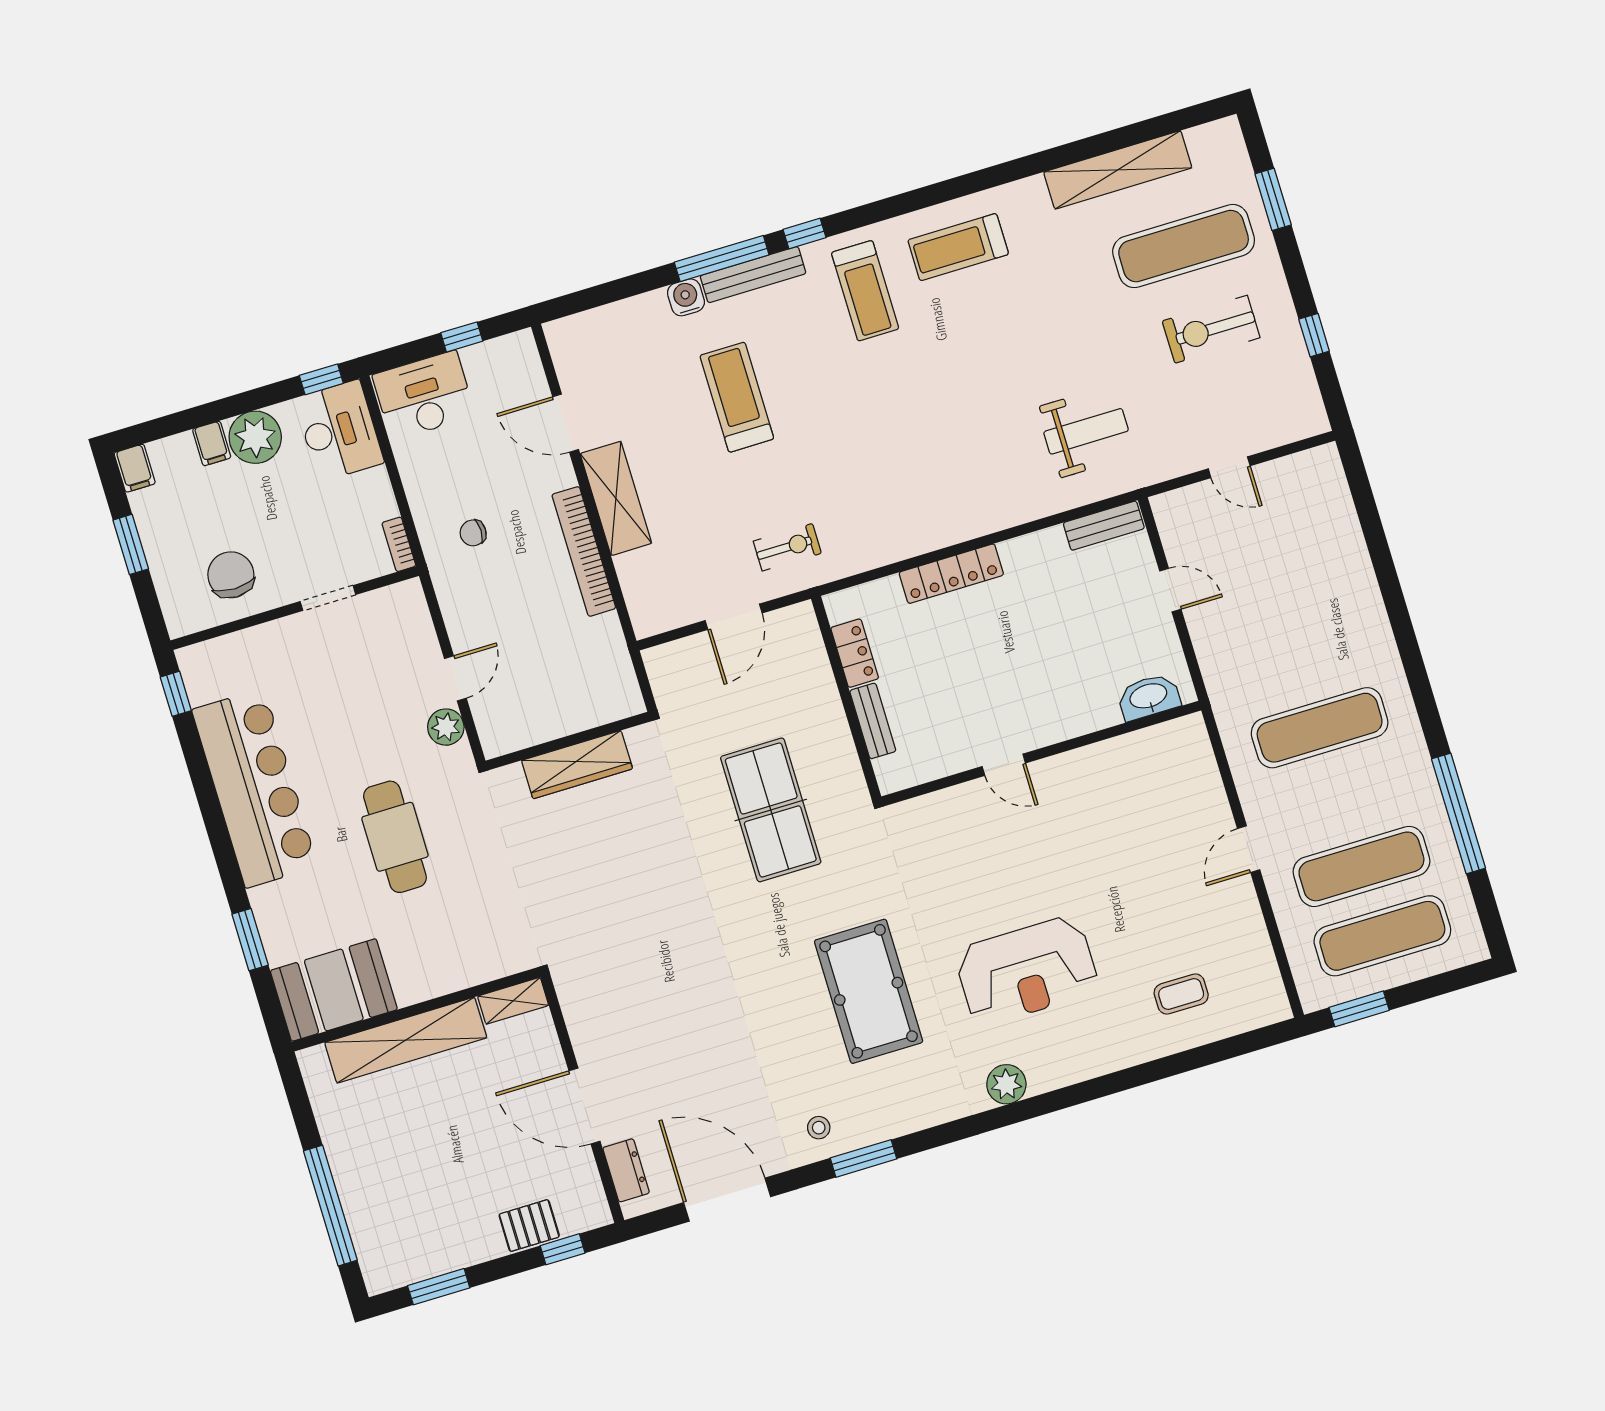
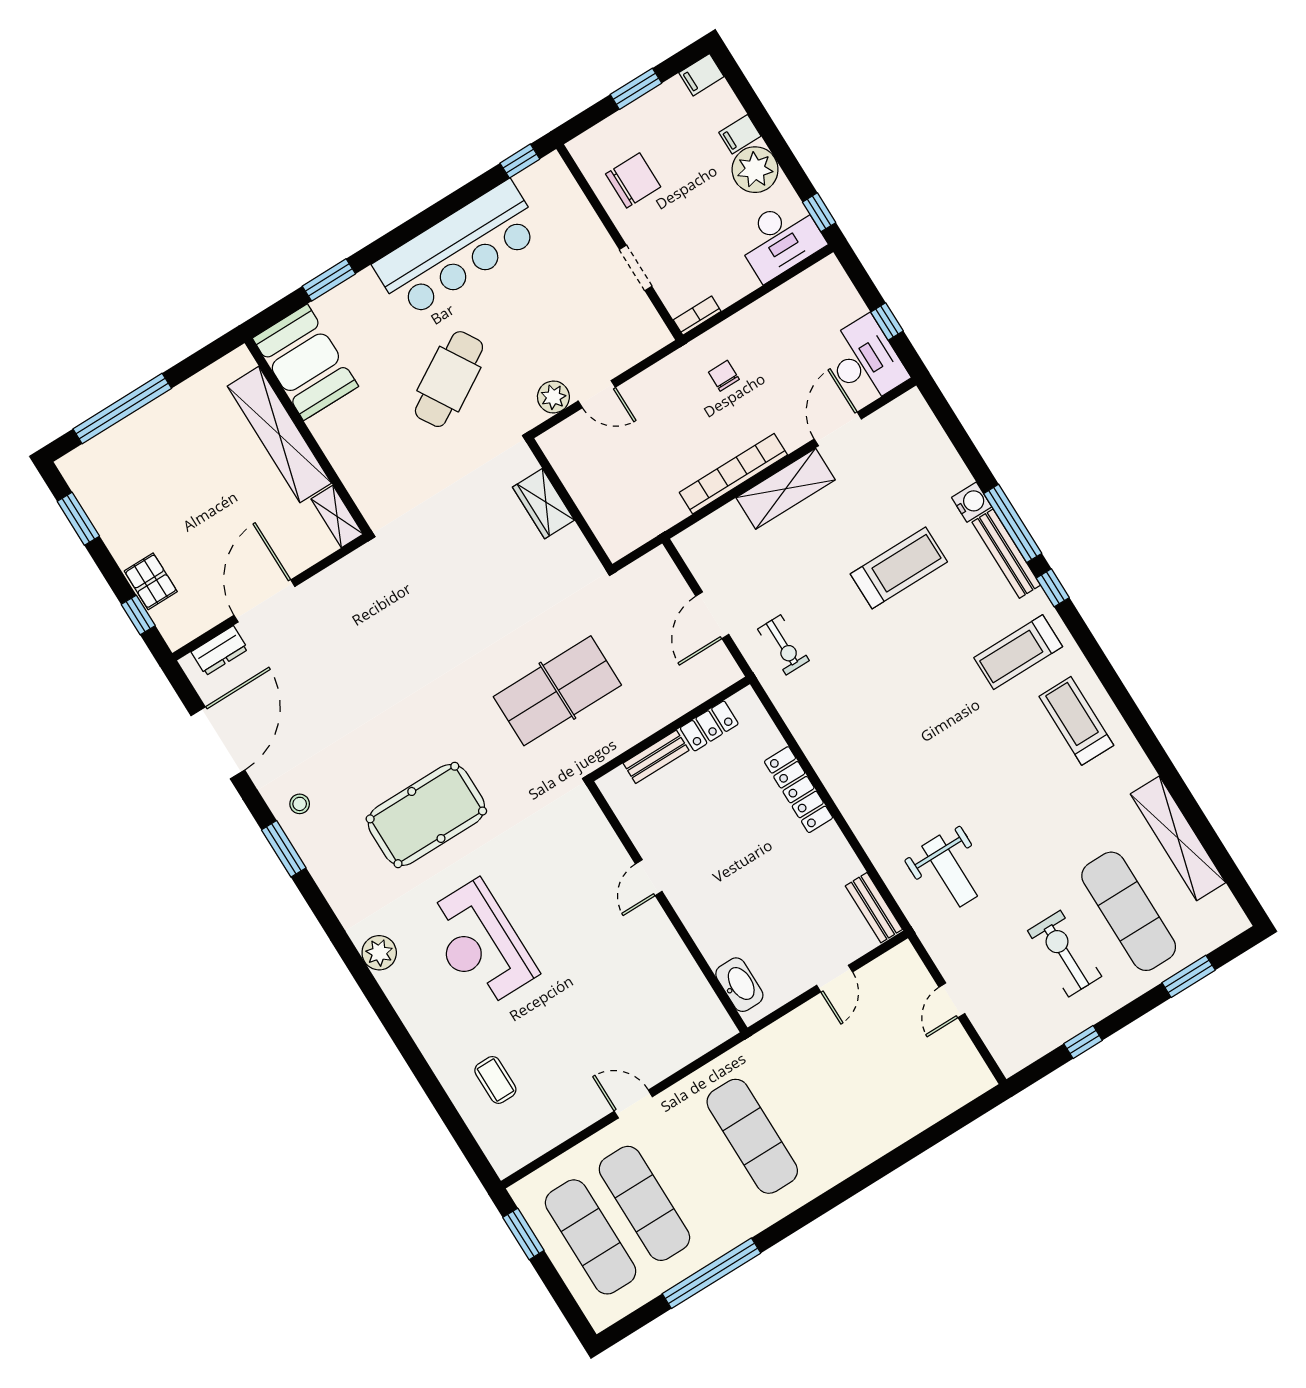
desk: (424, 395) -> (865, 361), moved
door: (734, 617) -> (712, 615), hinge flipped
wardrobe: (577, 765) -> (543, 504), width x0.67
cafe table: (395, 837) -> (449, 379), turned -31

